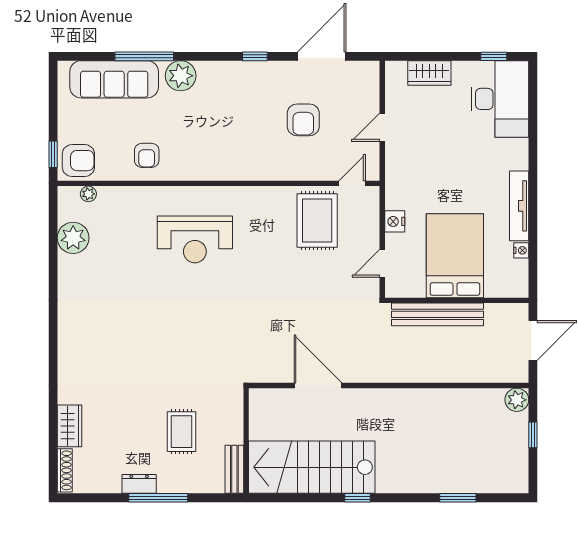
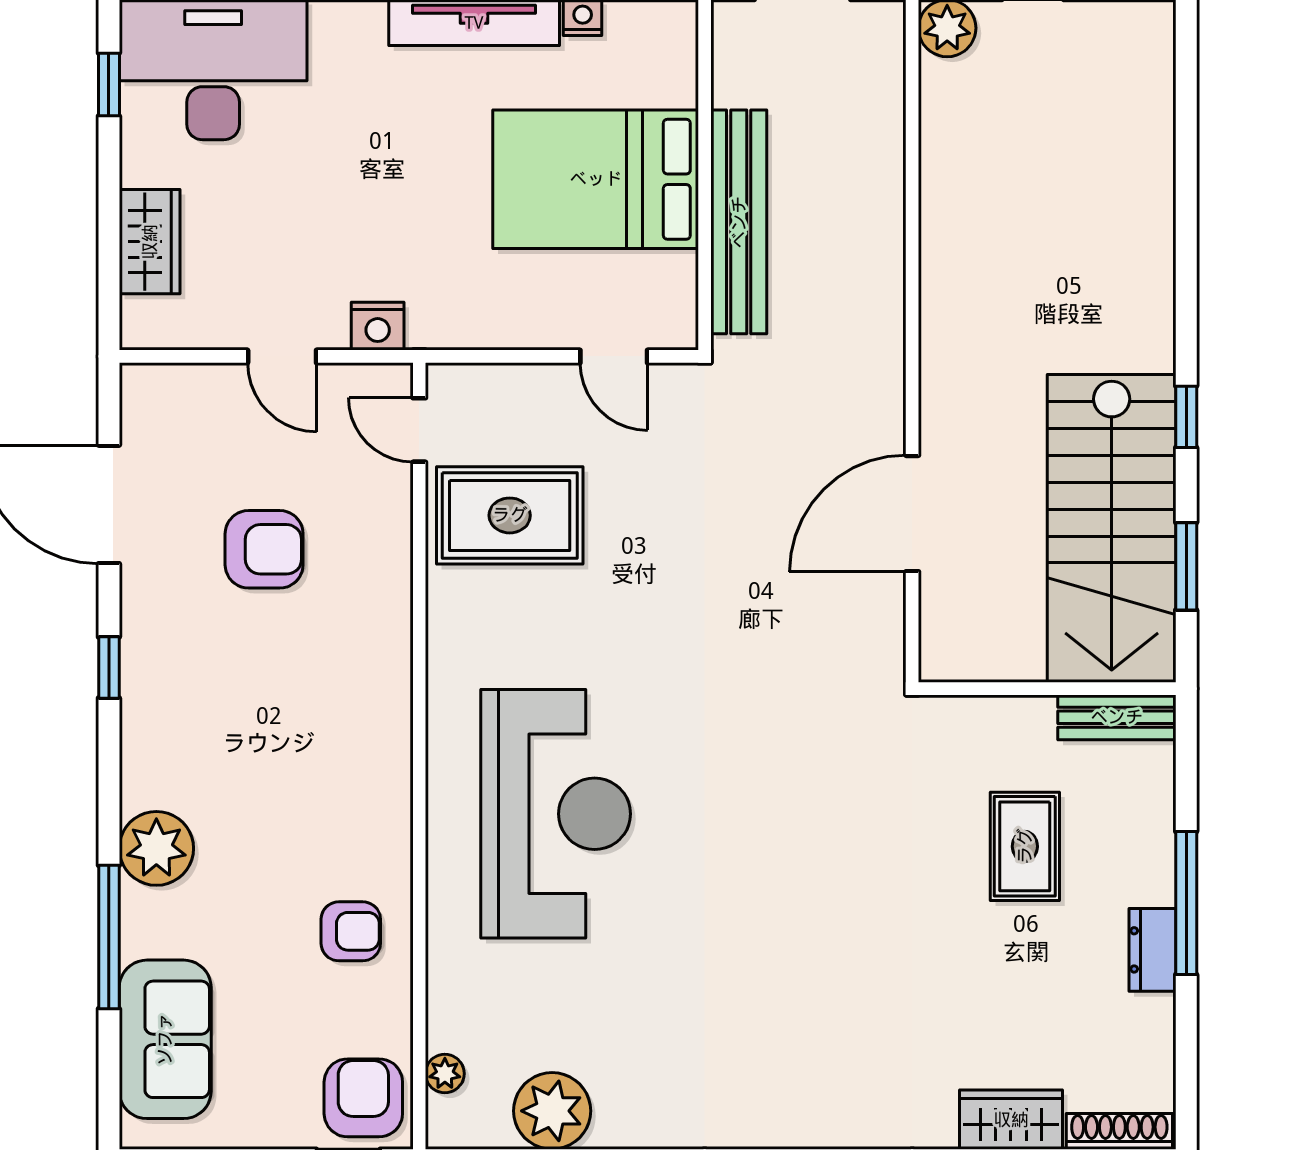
sofa: (114, 79) -> (165, 1039), width x0.73
nightstand: (395, 221) -> (378, 326), moved
reception desk: (195, 239) -> (556, 814), width x1.36, depth x1.30
rug: (182, 432) -> (1025, 846), turned 90
window: (458, 498) -> (1186, 566), moved

